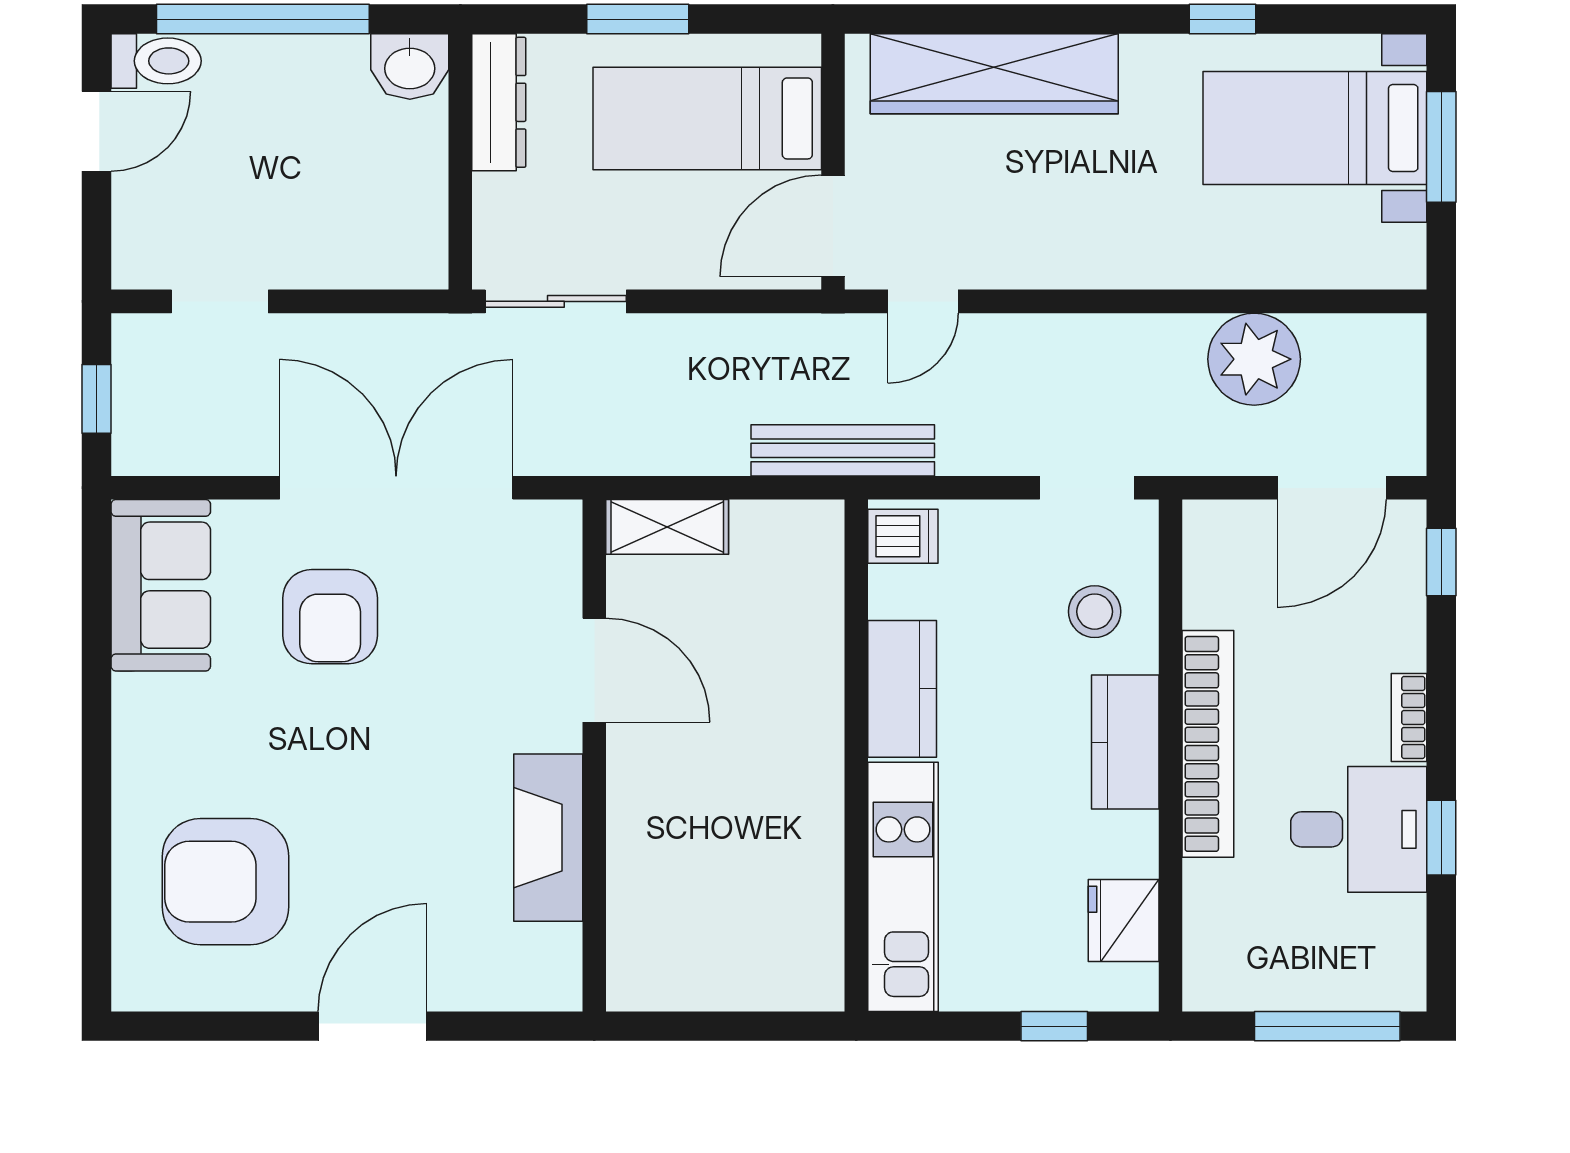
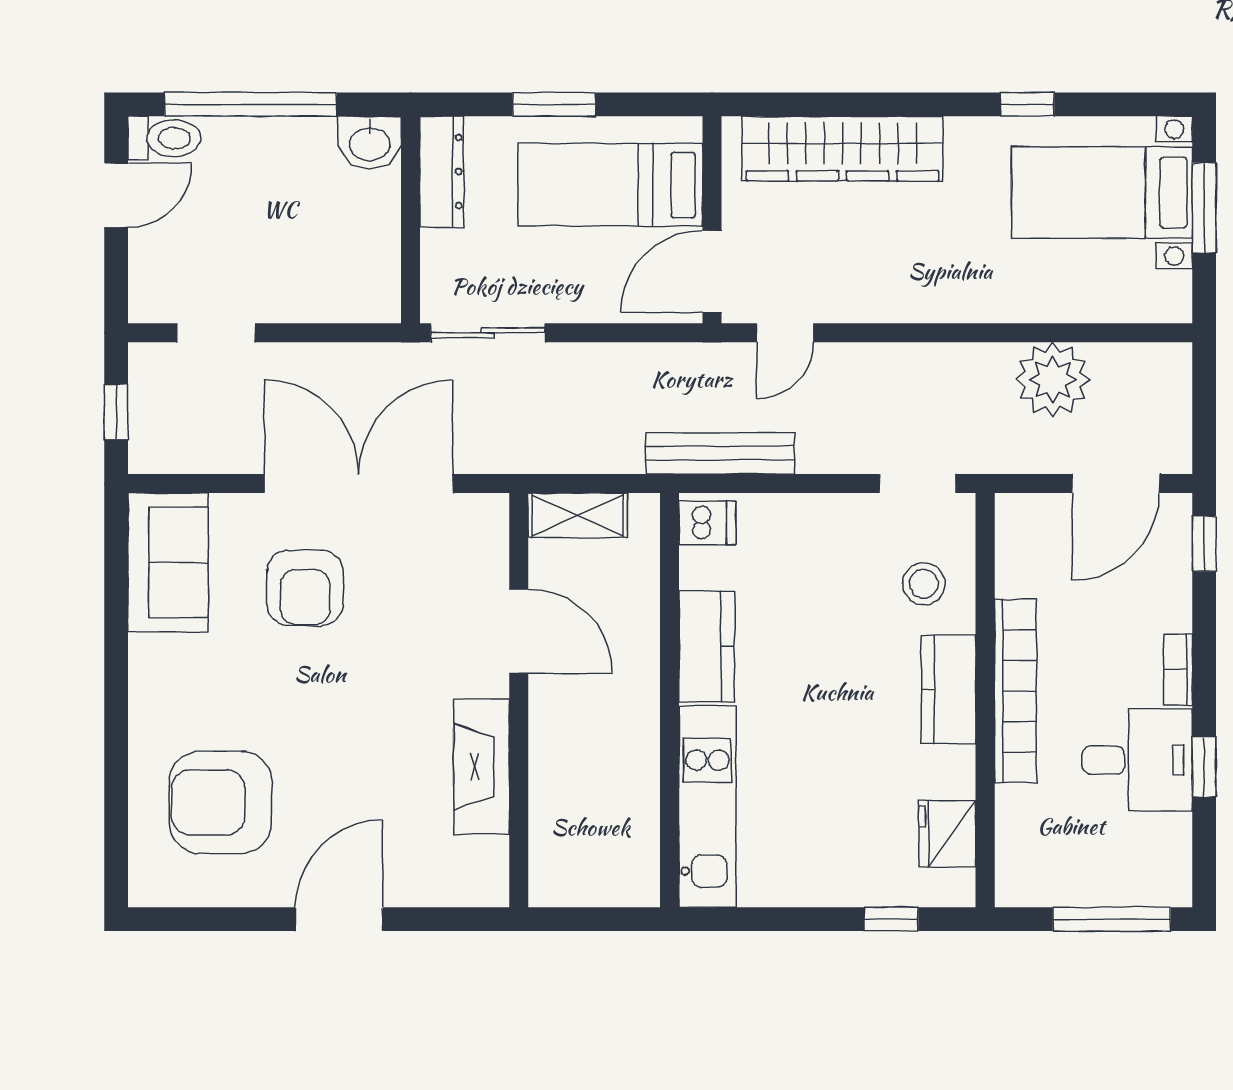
dishwasher: (903, 536) -> (707, 523), moved
kitchen counter: (902, 689) -> (707, 646), moved
wall: (856, 755) -> (670, 700), moved
kitchen unit: (903, 887) -> (707, 807), moved

